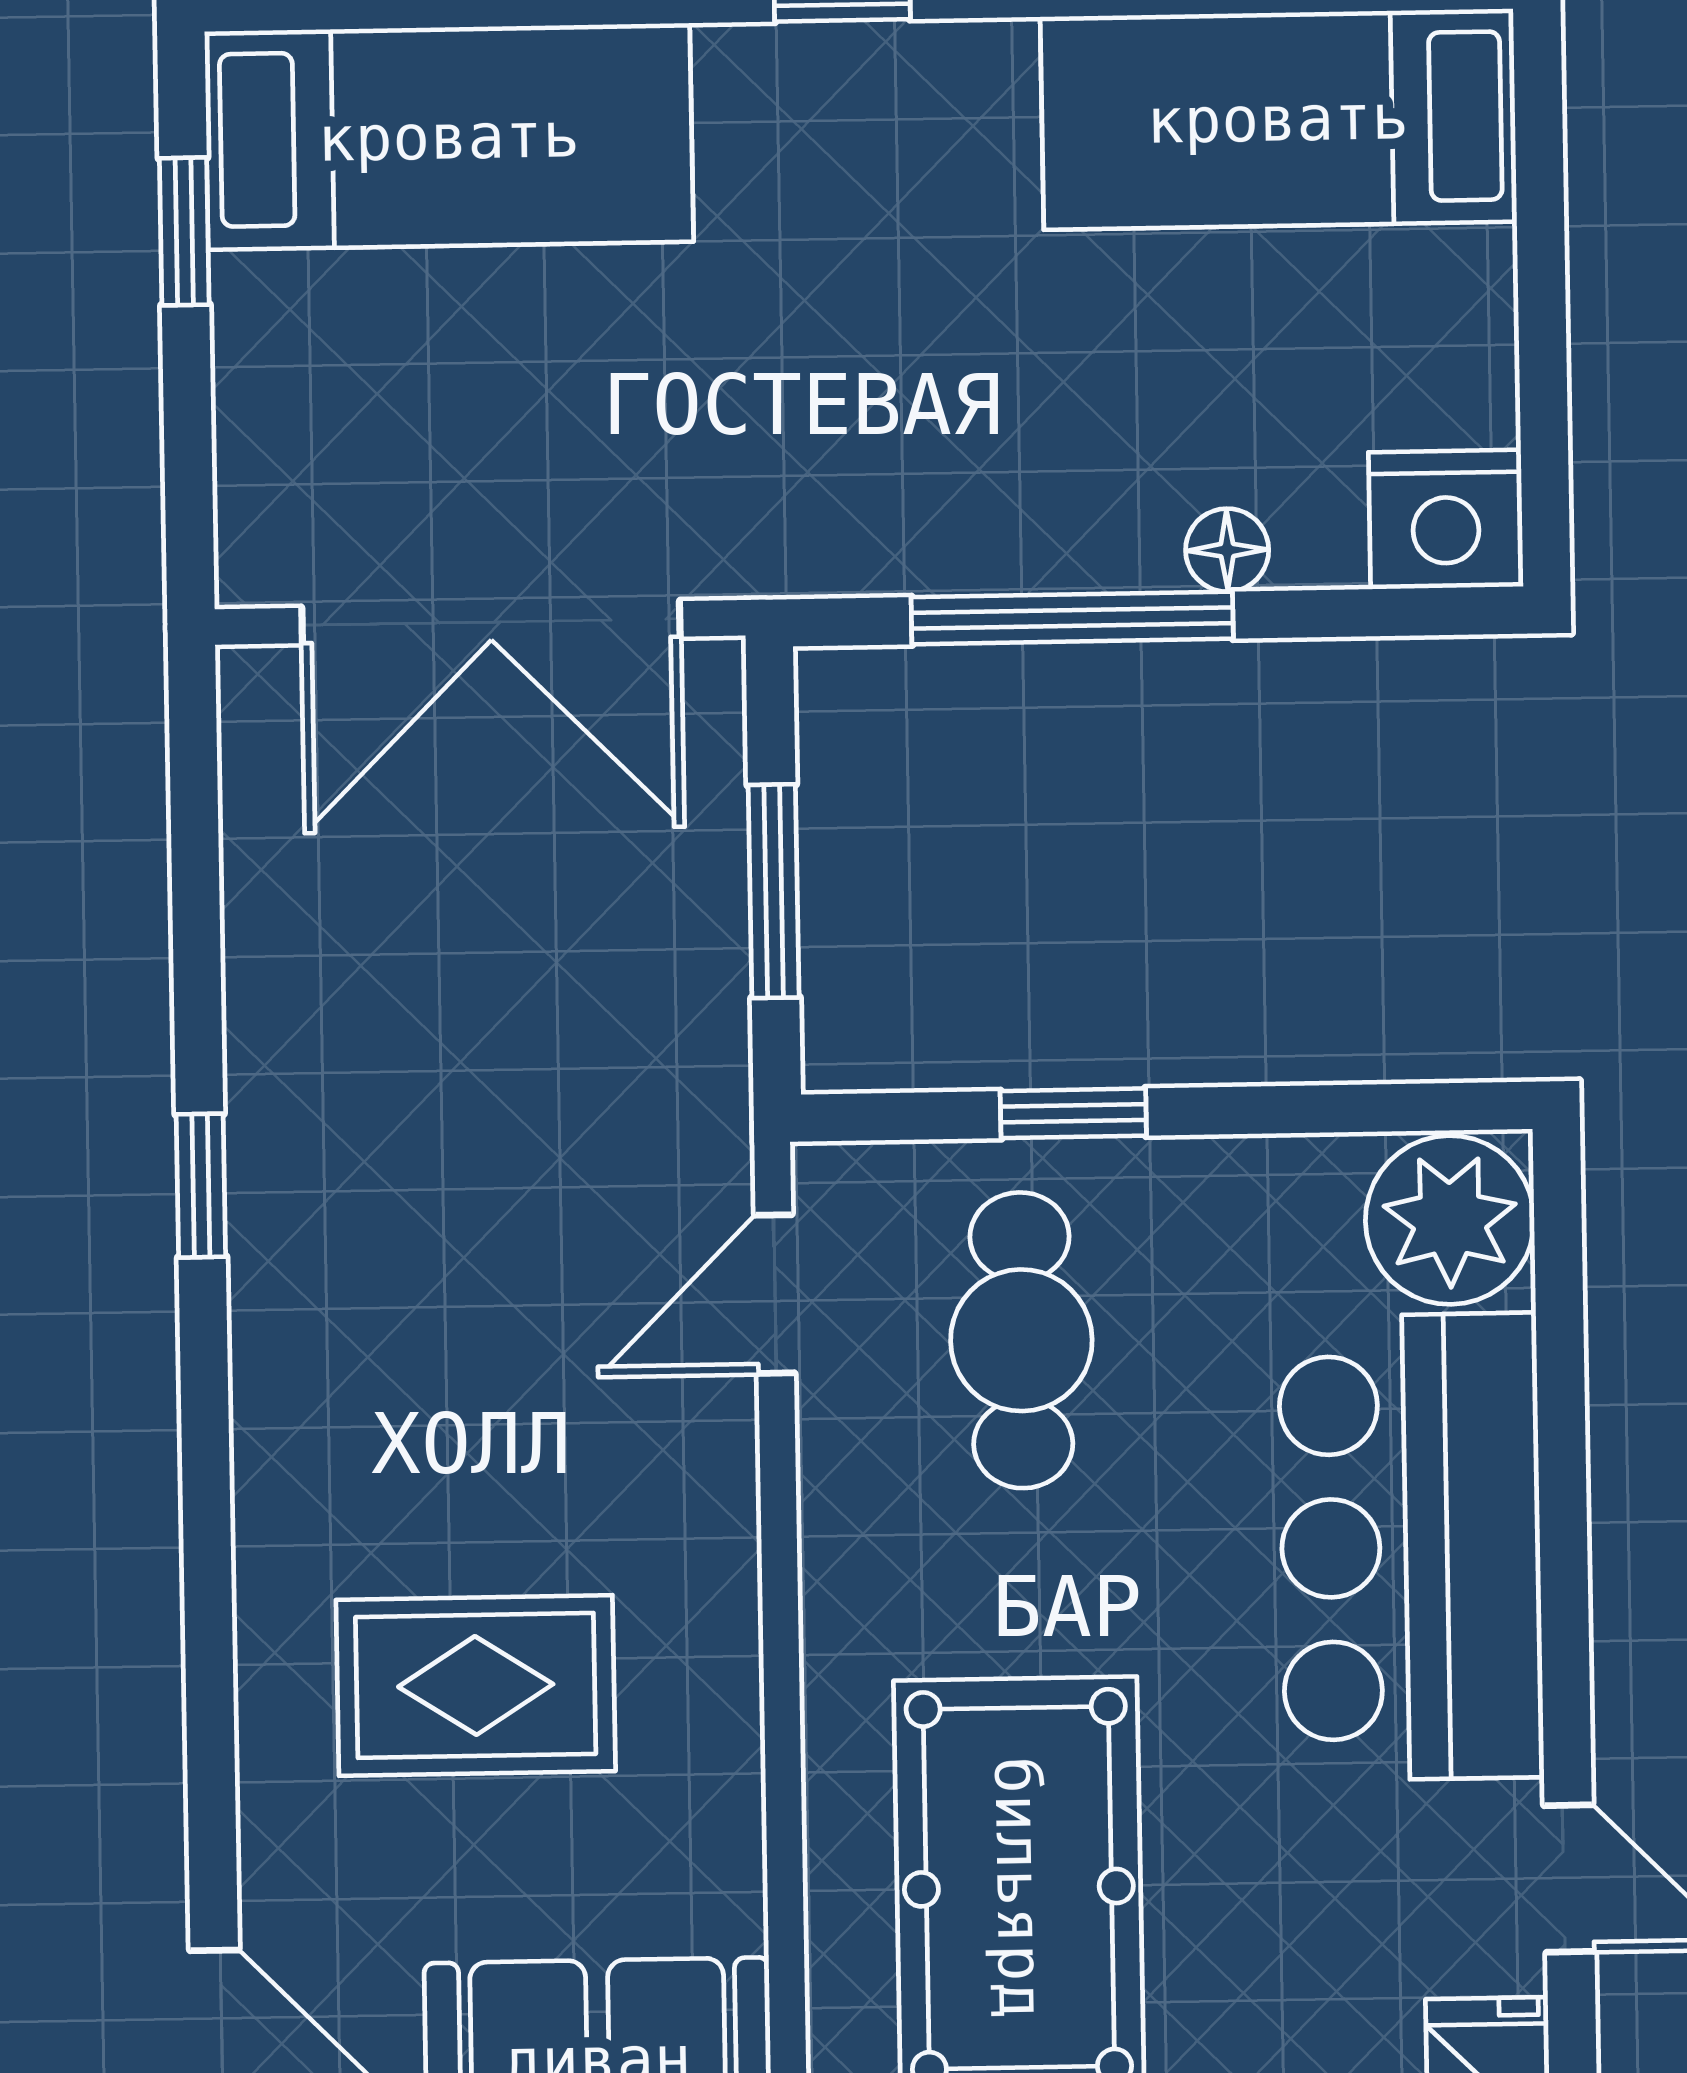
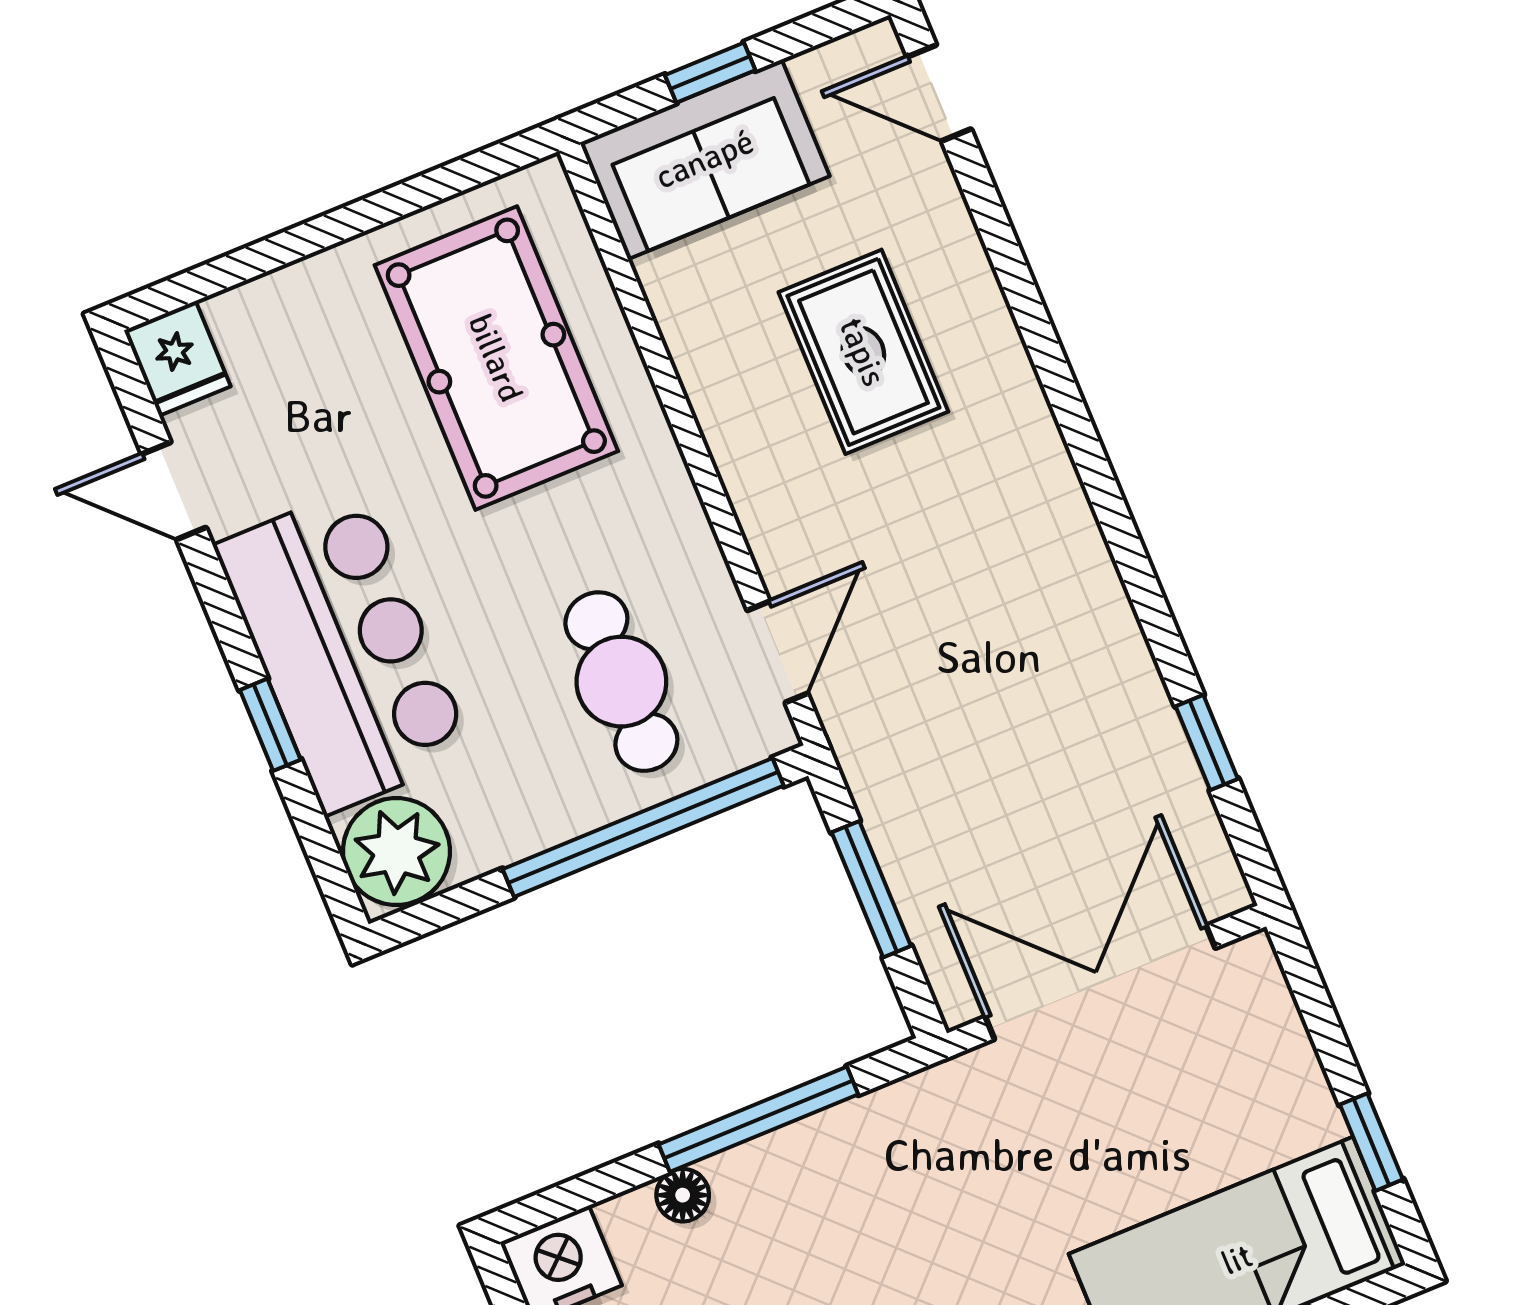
window: (1073, 1113) -> (643, 827), width x3.17
window: (201, 1186) -> (1207, 743), moved
window: (1562, 1479) -> (270, 725), added
rug: (476, 1685) -> (863, 352), turned 90

